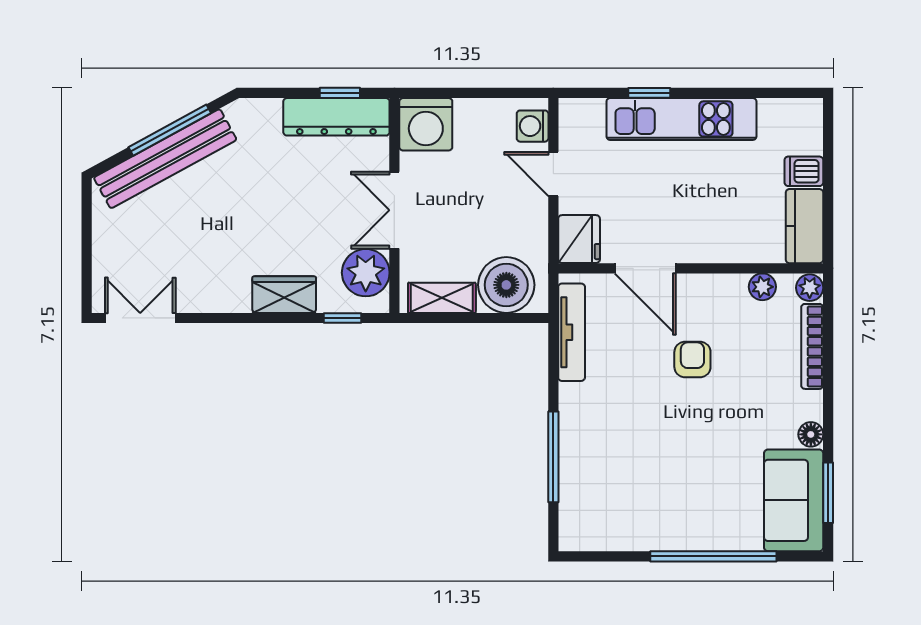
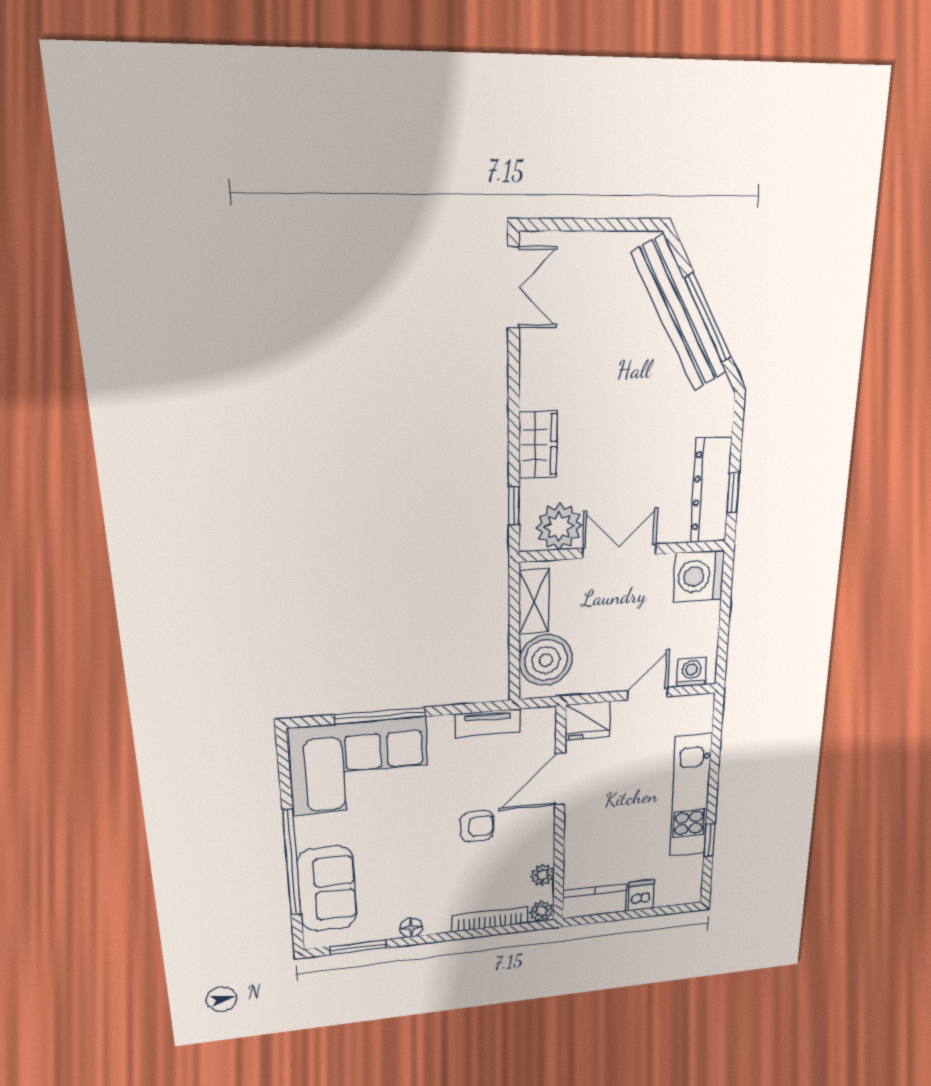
window: (649, 93) -> (709, 840), moved
tv unit: (572, 332) -> (488, 723), width x0.71
corner sofa: (608, 480) -> (360, 766), added
sofa: (794, 500) -> (327, 889), moved, turned 90

